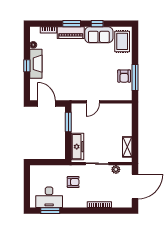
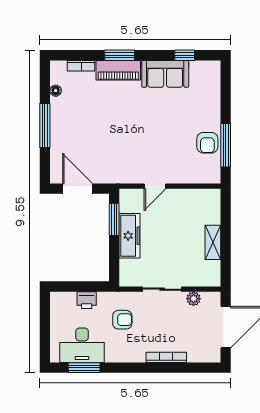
window: (97, 24) -> (185, 55), moved
rug: (122, 41) -> (204, 85), removed
fireplace: (36, 64) -> (60, 122), removed
window: (27, 66) -> (45, 125), width x2.17
freezer: (78, 147) -> (130, 236), moved
shelving: (127, 147) -> (213, 242), moved
printer: (52, 170) -> (87, 300), added

